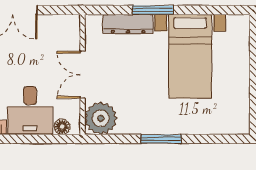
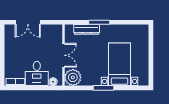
bed with nightstands: (190, 56) -> (120, 64), moved, turned 180
double door: (82, 75) -> (63, 55), swing flipped

